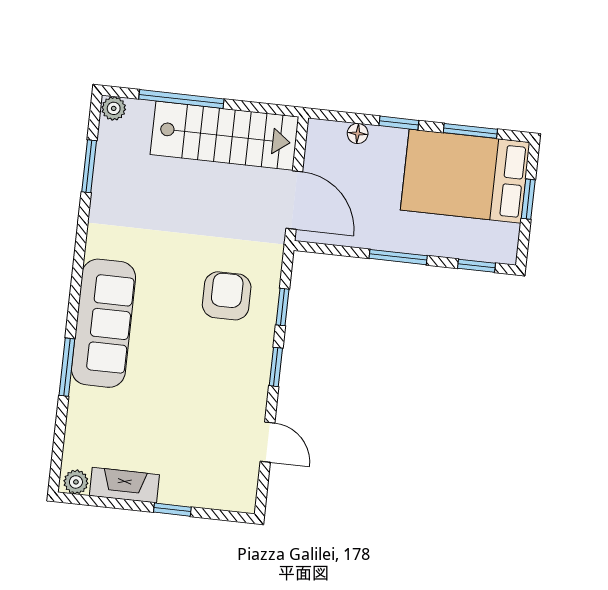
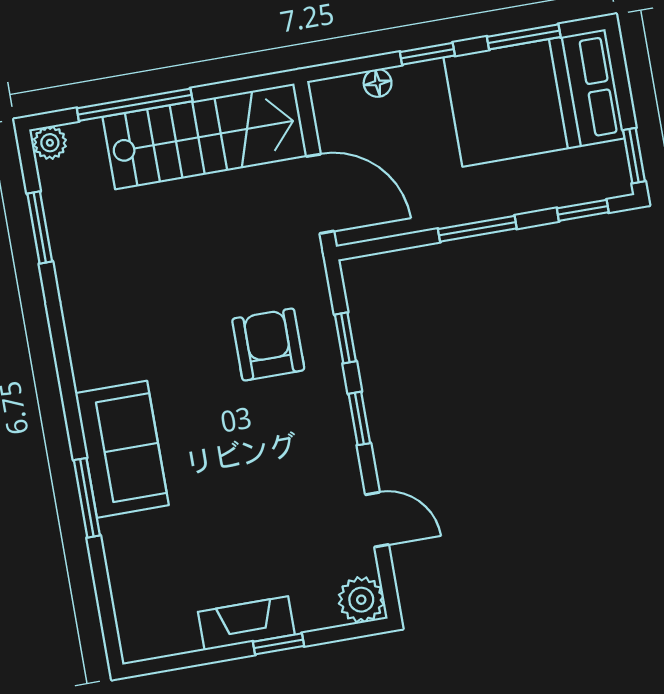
window: (528, 199) -> (634, 156), moved
sofa: (103, 323) -> (122, 449), width x0.73
plant: (76, 482) -> (361, 600), moved, width x1.38, depth x1.38
fireplace: (124, 485) -> (246, 623), moved

